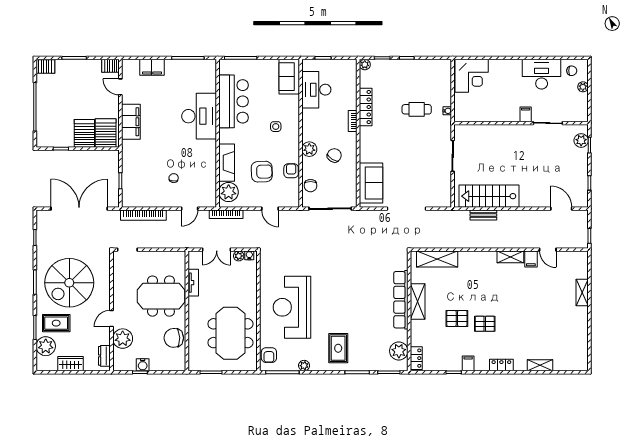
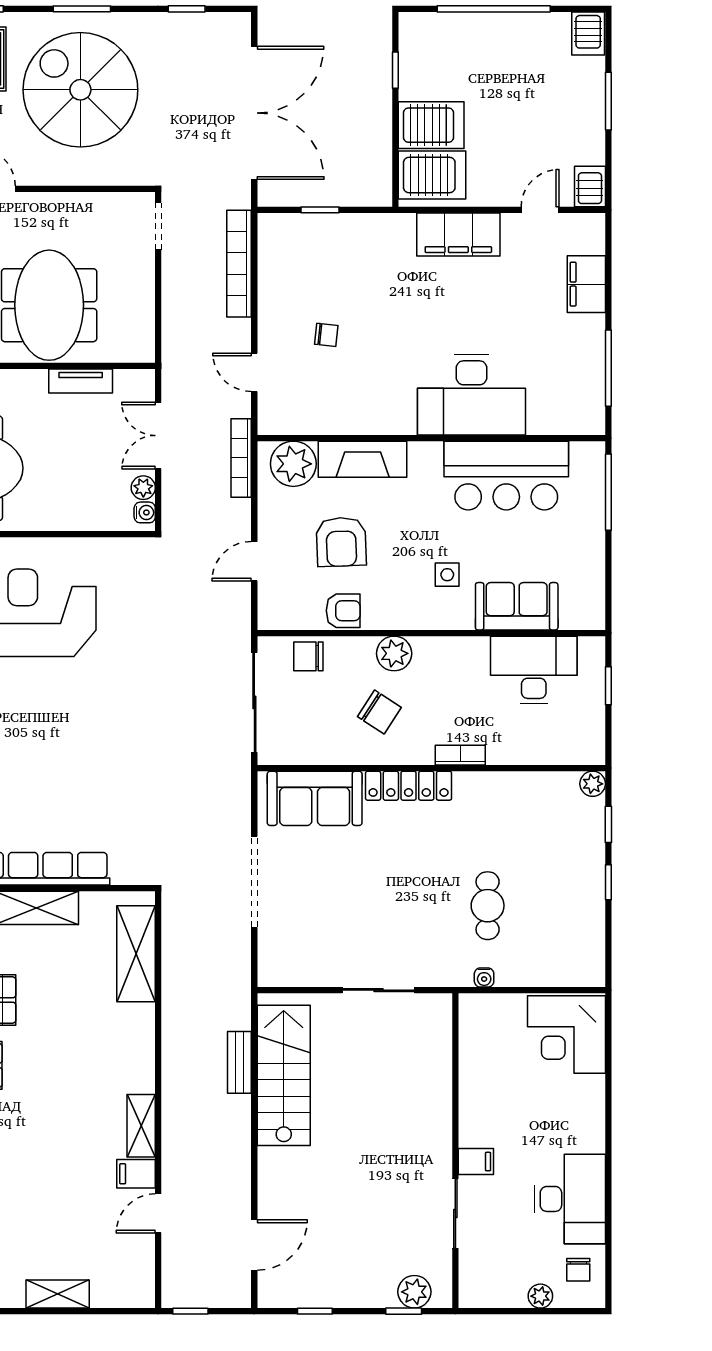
sofa: (289, 77) -> (517, 606), moved
locker: (366, 107) -> (409, 786), moved

